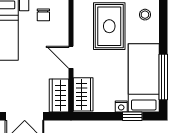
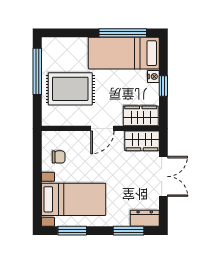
stool: (145, 15) -> (58, 52), removed
window: (132, 116) -> (163, 86), moved

